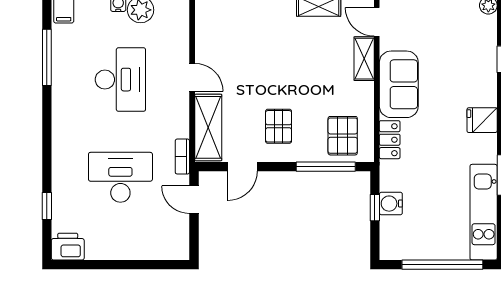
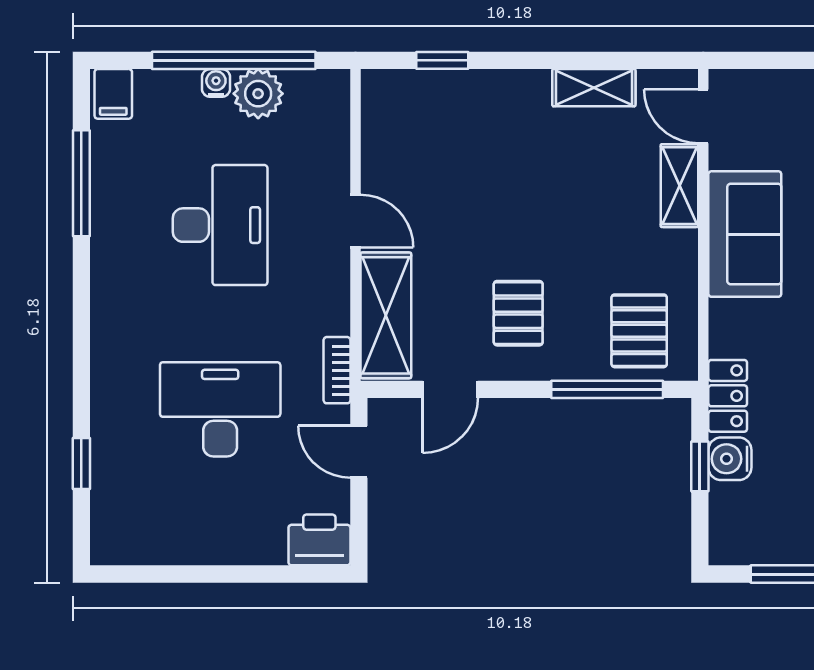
locker: (390, 140) -> (728, 396), moved
printer: (68, 247) -> (319, 540), moved

